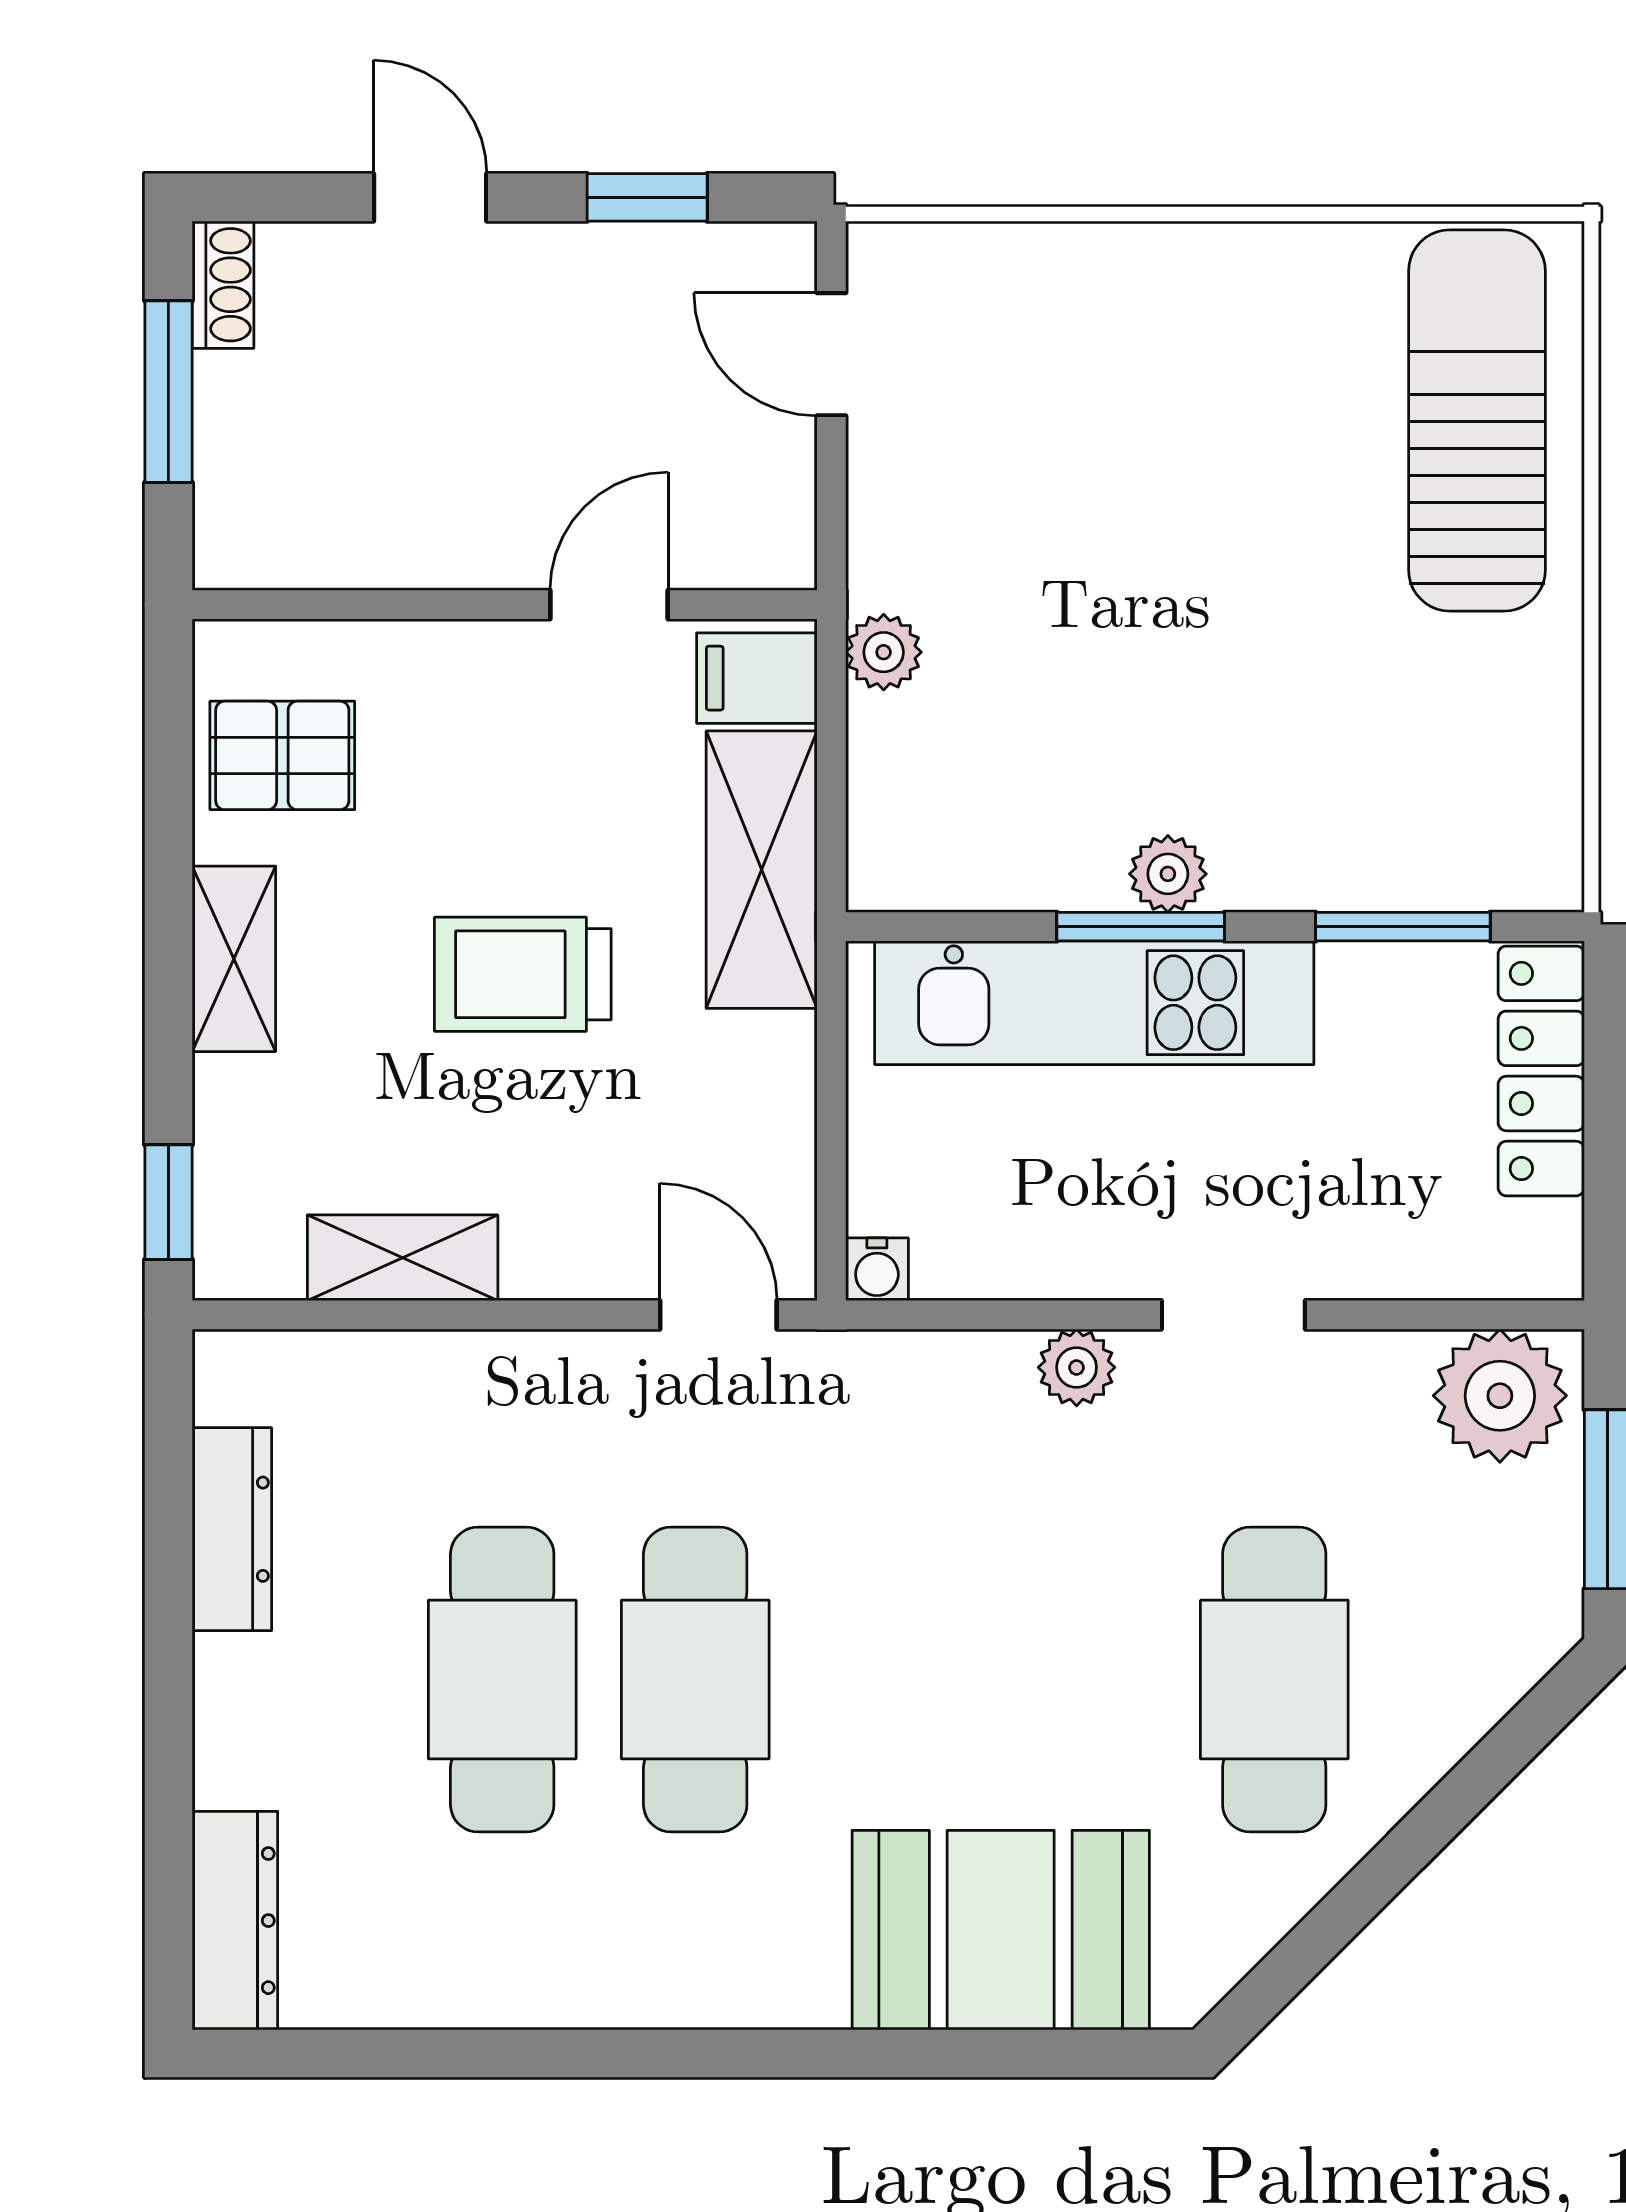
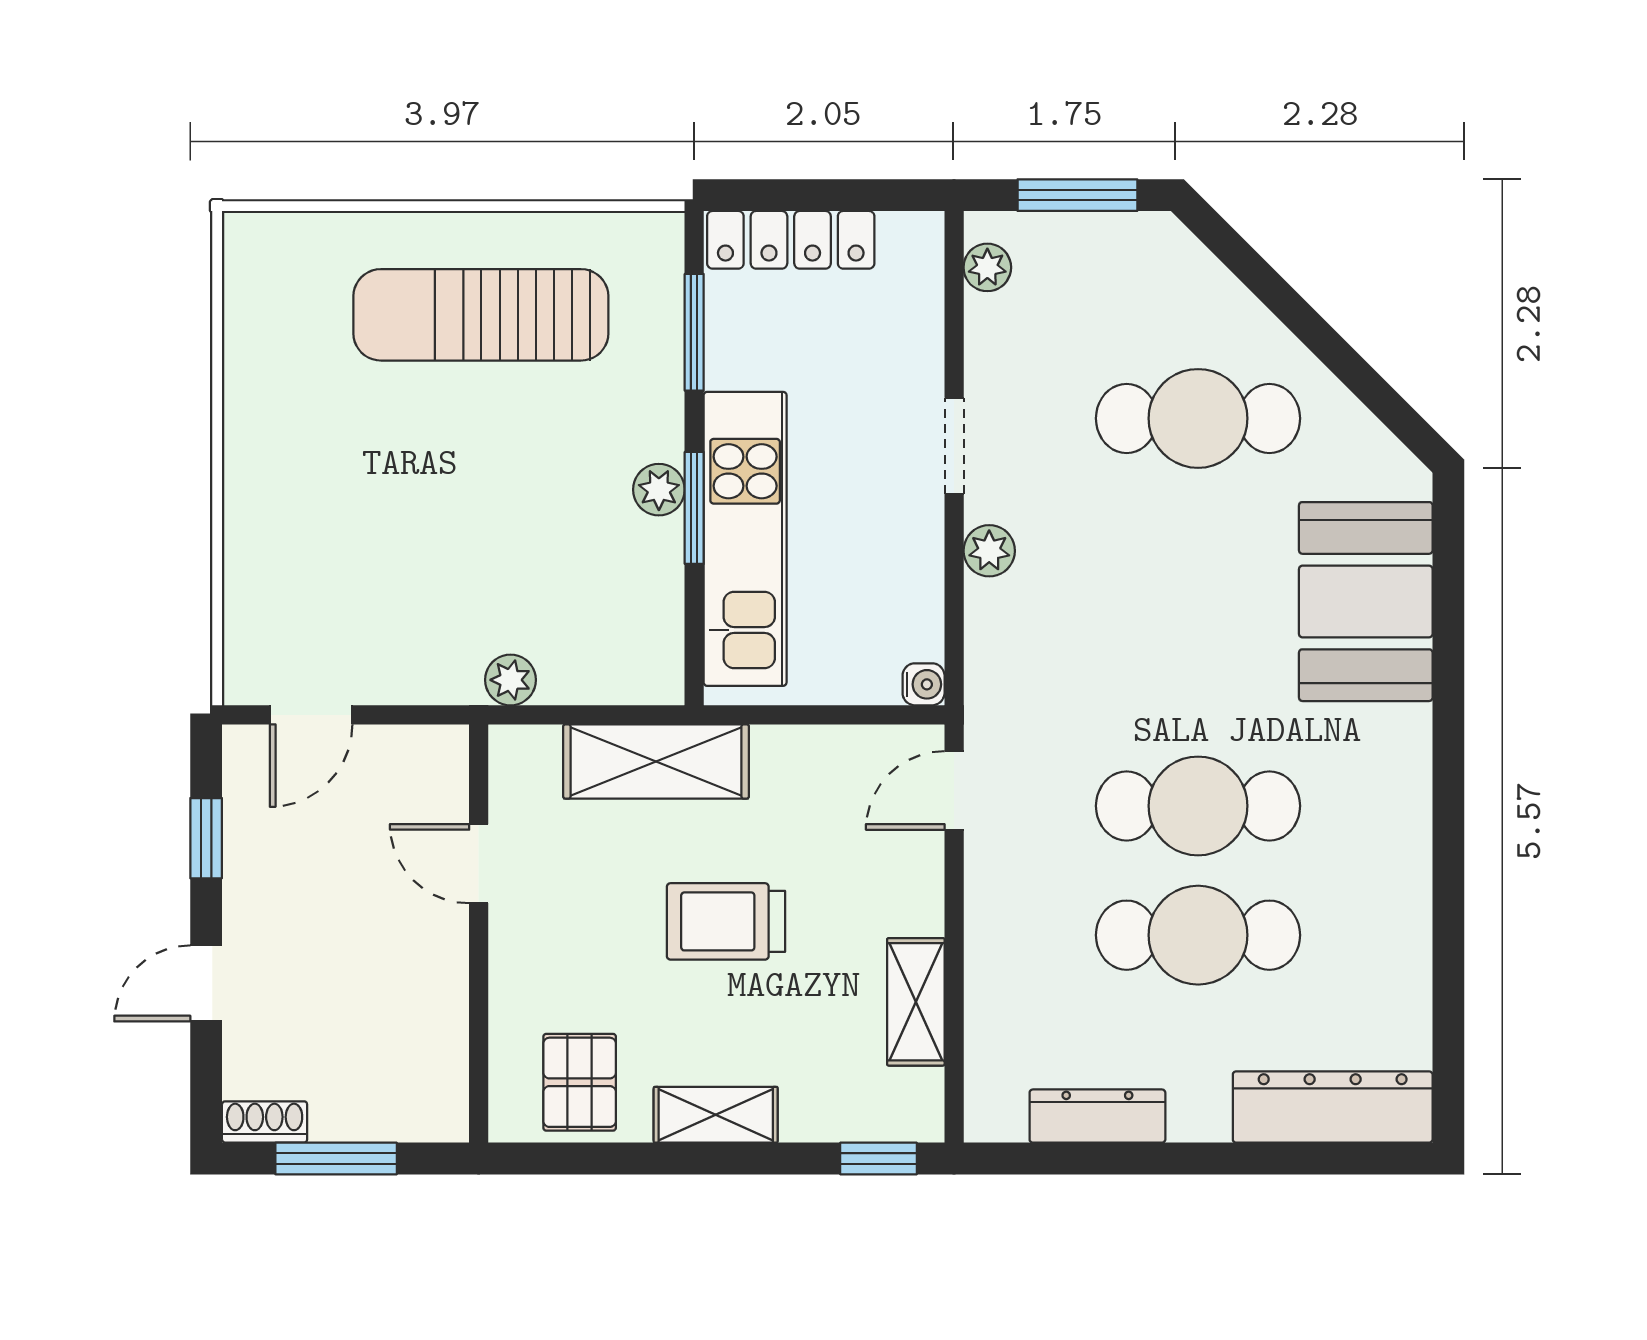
sun lounger: (1477, 420) -> (481, 315), moved
filing cabinet: (757, 678) -> (528, 765), removed
trolley: (523, 974) -> (726, 921), turned 90
plant: (1500, 1396) -> (987, 267), width x0.53, depth x0.53
dresser: (235, 1921) -> (1333, 1107), width x1.37, depth x1.24

